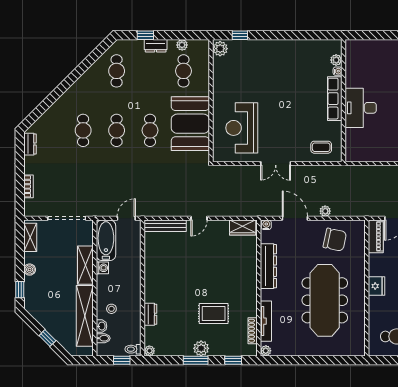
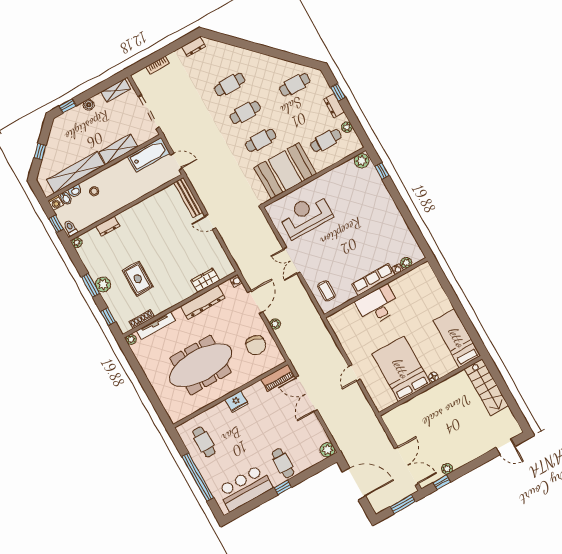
wardrobe: (243, 227) -> (205, 280), moved, turned 90
washing machine: (102, 268) -> (56, 203), moved

